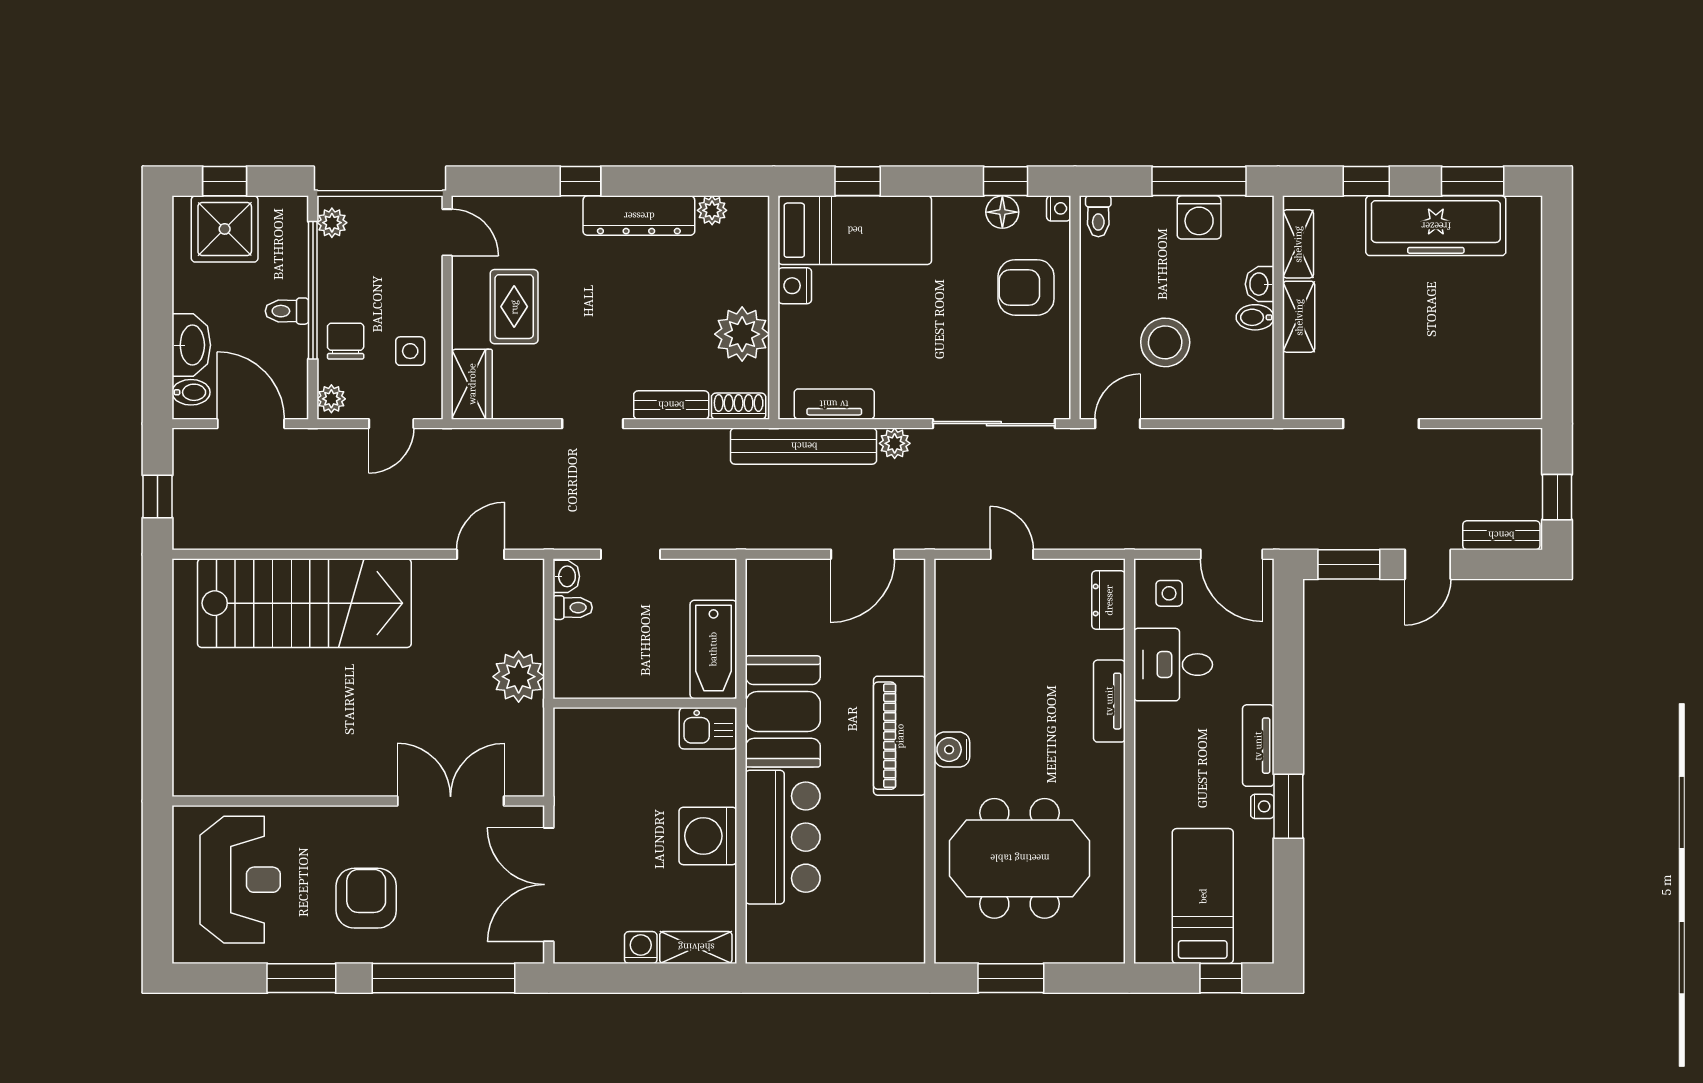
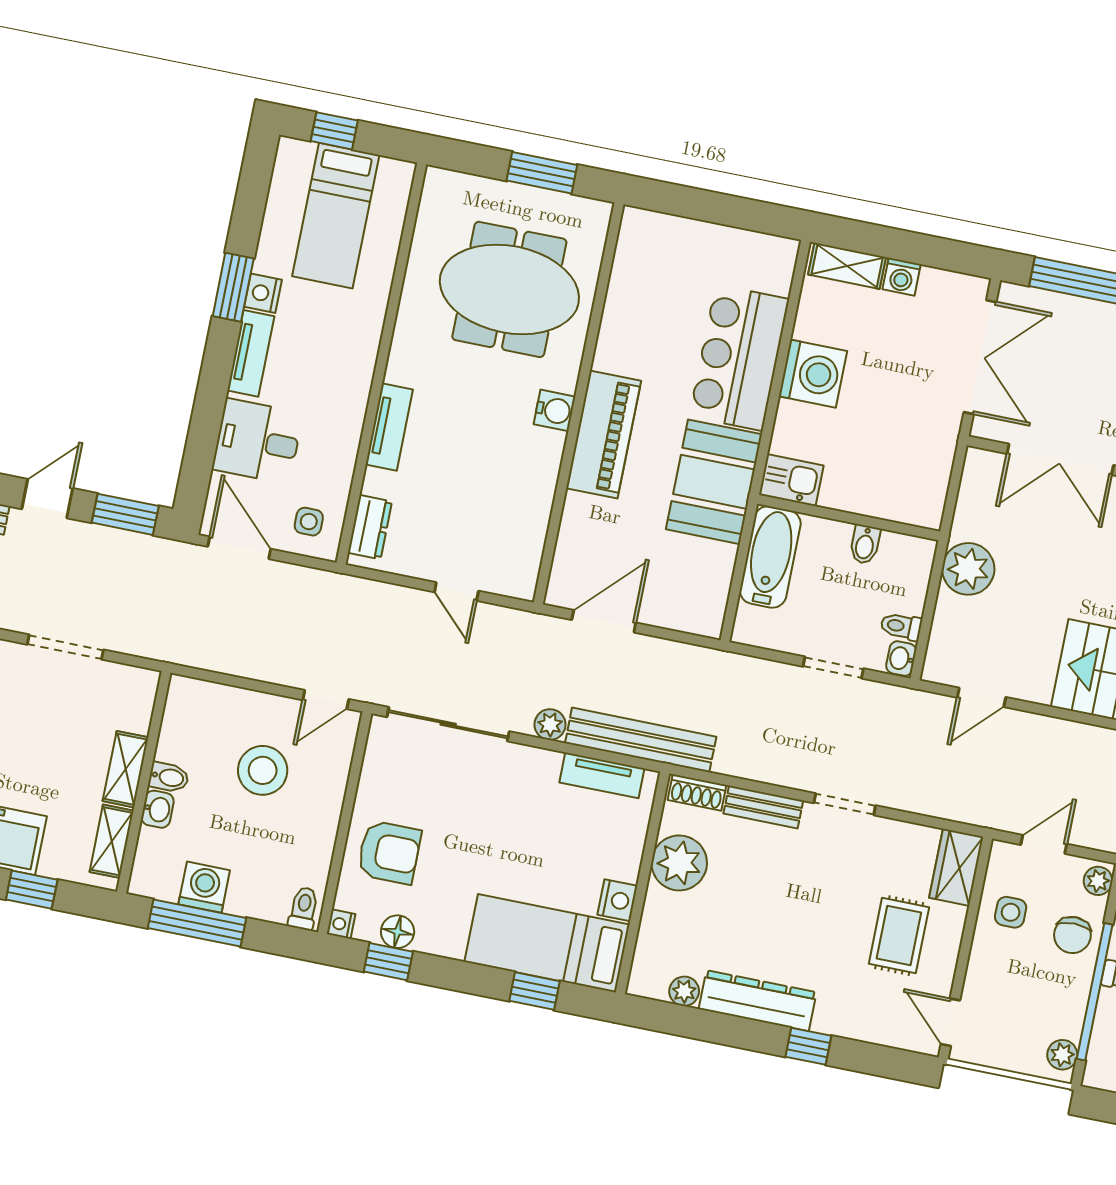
desk: (1173, 665) -> (258, 441), moved, turned 180
bidet: (624, 680) -> (865, 544), added
nightstand: (1262, 806) -> (263, 293), width x1.39, depth x1.35

